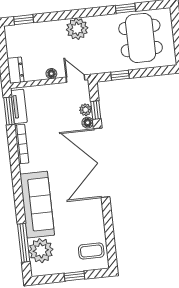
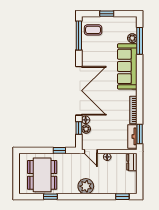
window: (110, 241) -> (79, 36), added
plant: (41, 251) -> (132, 38), width x0.53, depth x0.53

